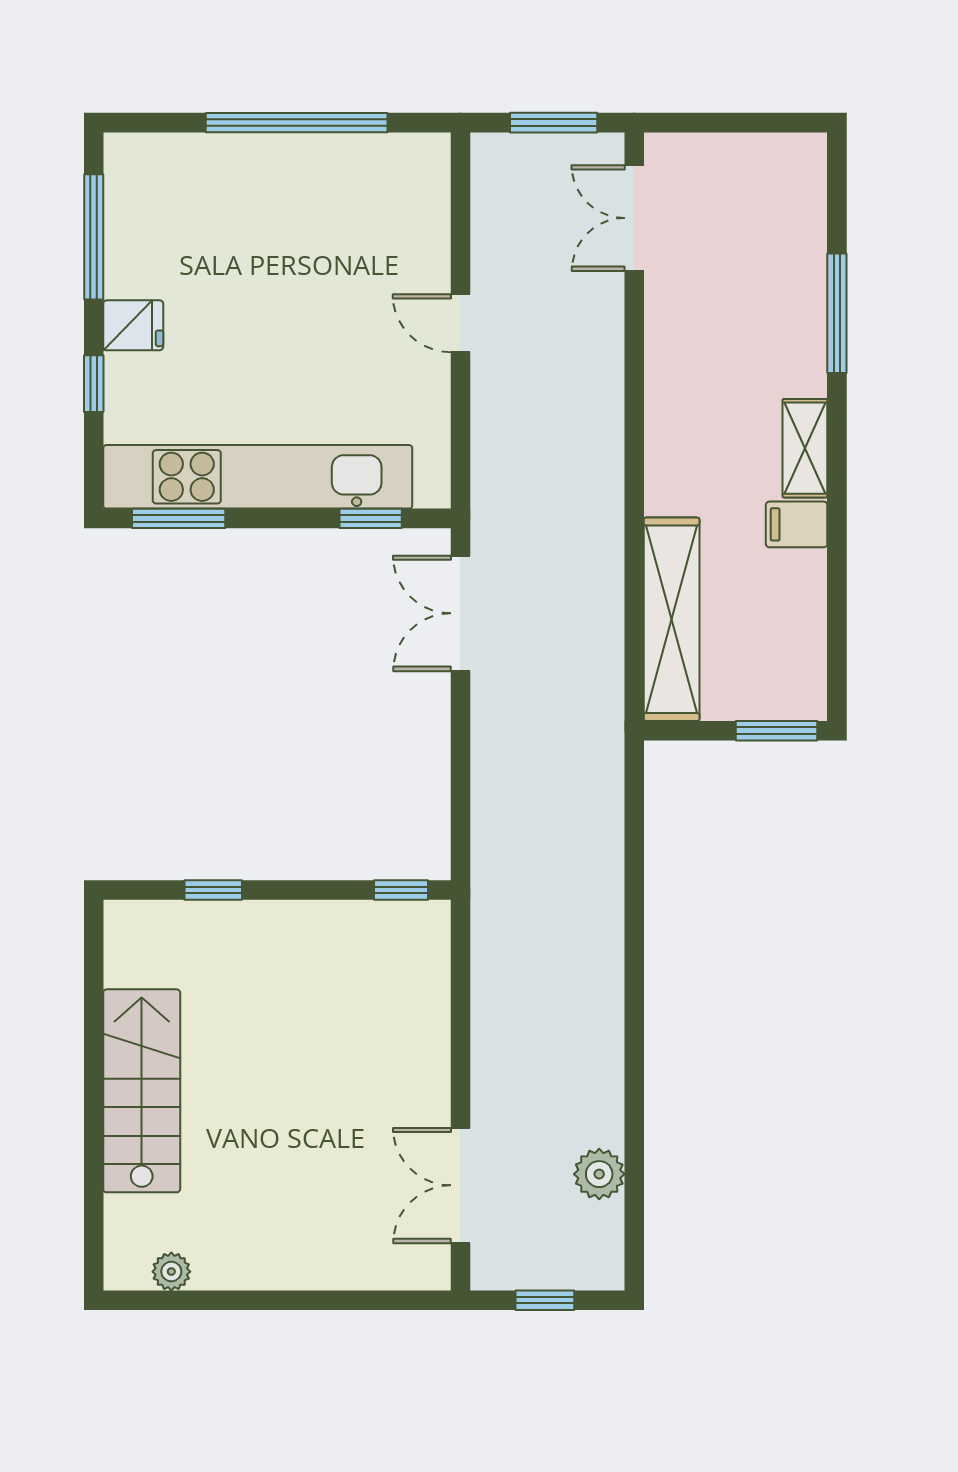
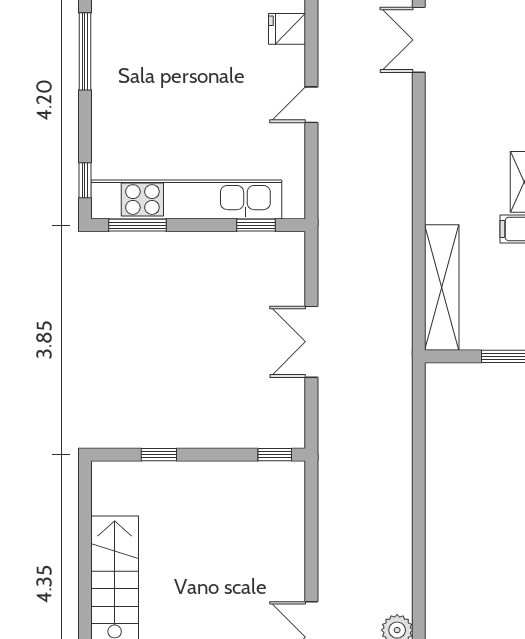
door: (460, 323) -> (311, 105), hinge flipped
fridge: (133, 325) -> (287, 29), moved, turned 180
window: (94, 384) -> (85, 180), moved
double door: (460, 613) -> (311, 342), moved

